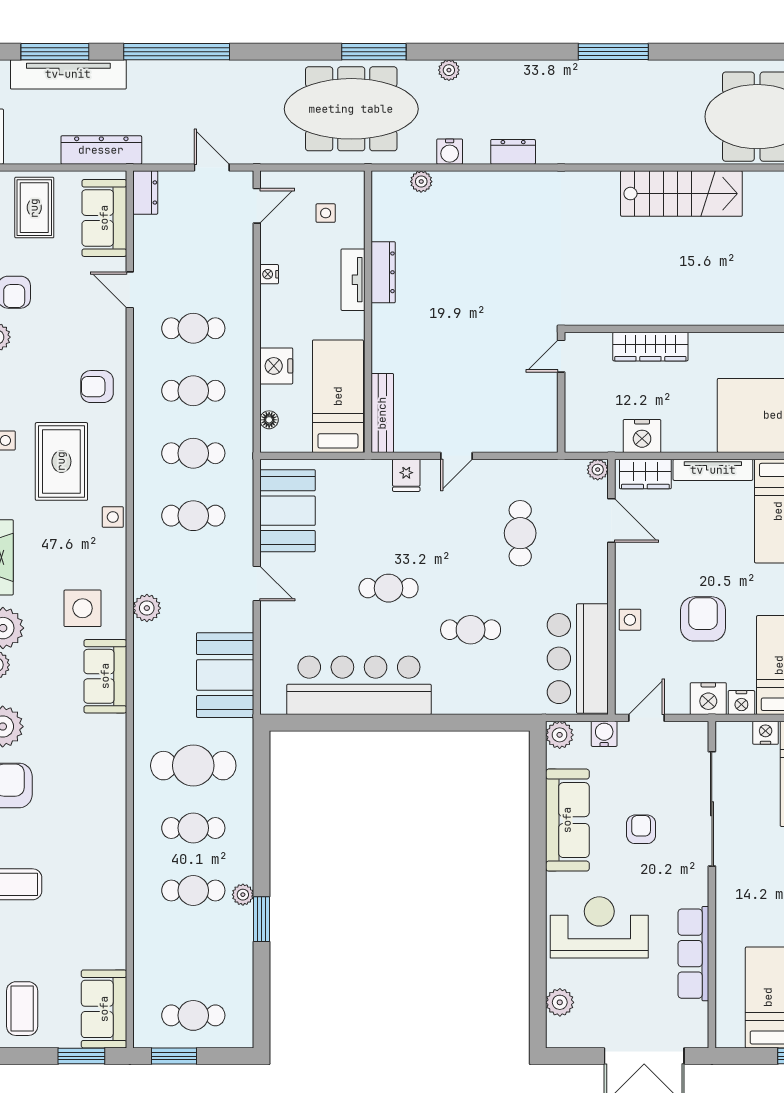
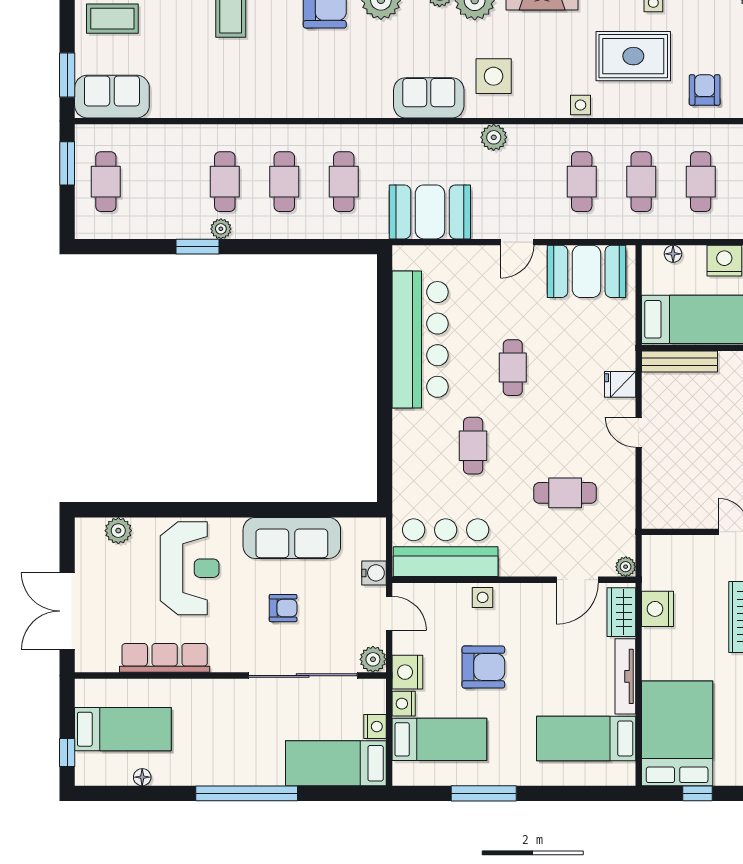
plant: (560, 735) -> (373, 659), moved
cafe table: (193, 766) -> (344, 182), width x0.73, depth x0.74

